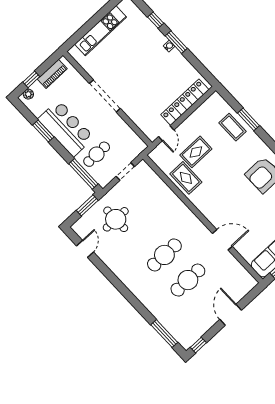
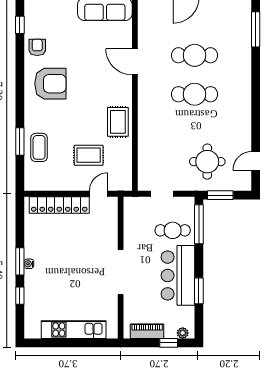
rug: (186, 178) -> (118, 122), moved

